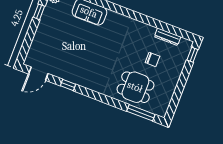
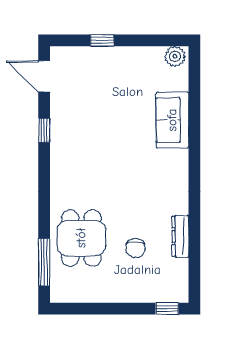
window: (39, 12) -> (102, 40), moved
dresser: (168, 37) -> (180, 236), moved

